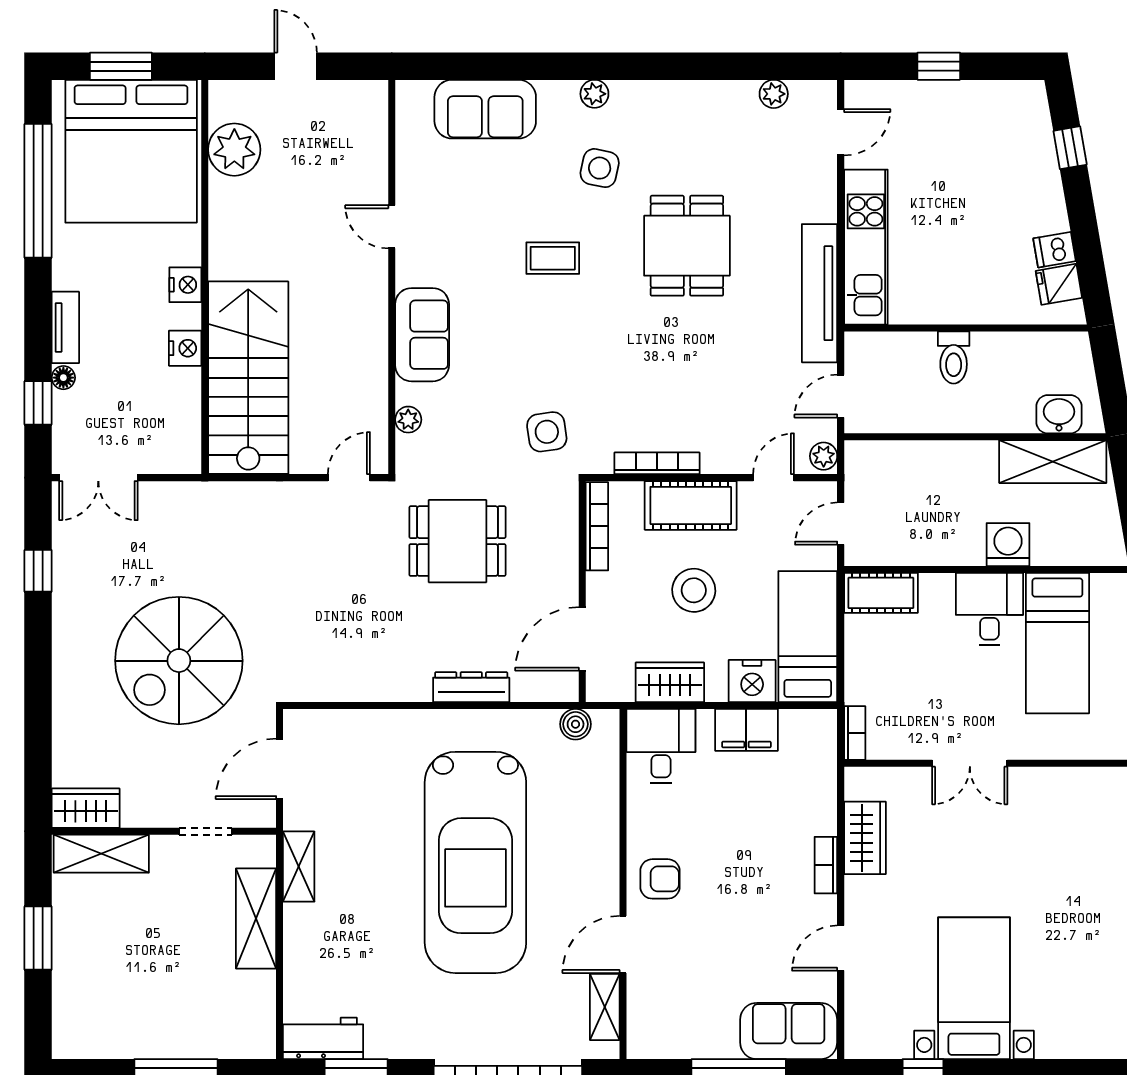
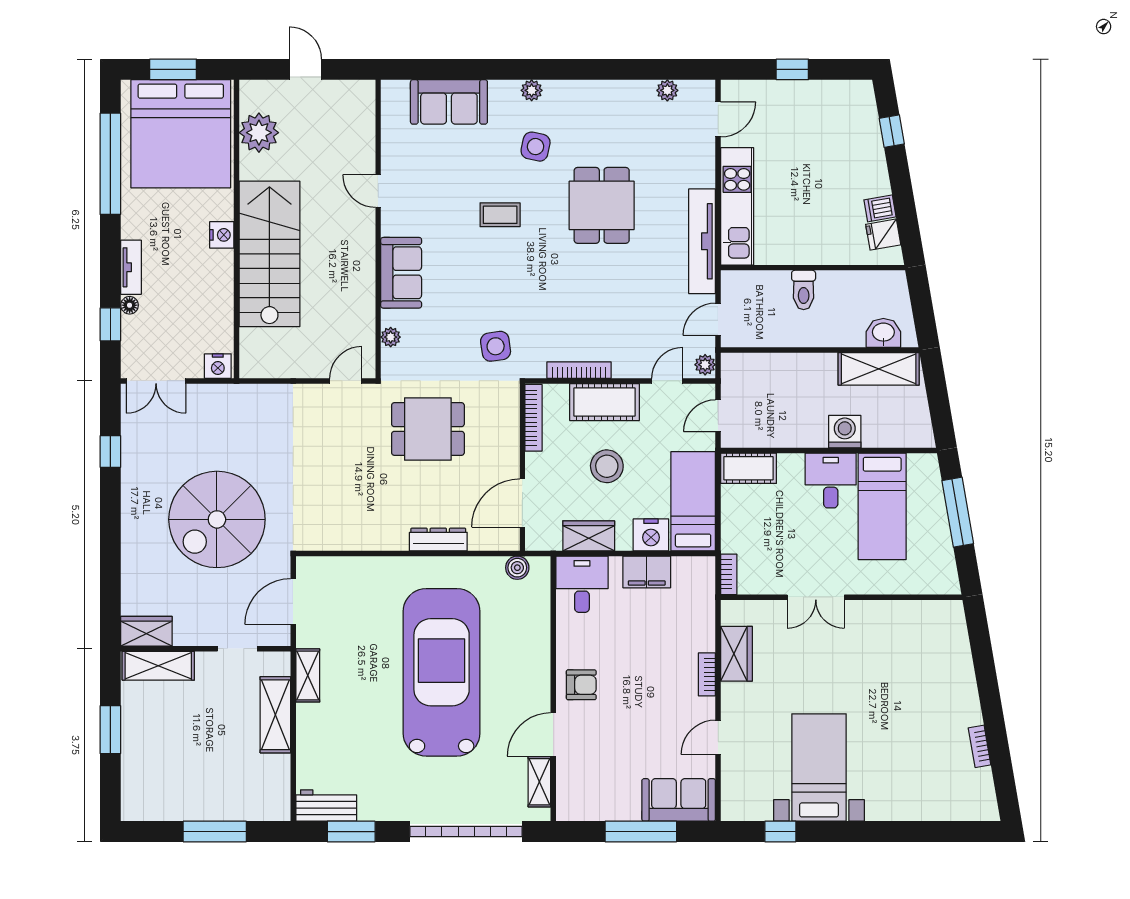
nightstand: (185, 348) -> (218, 366), moved, turned 90
stairs: (248, 378) -> (269, 254), moved
car: (475, 862) -> (442, 672), turned 180

